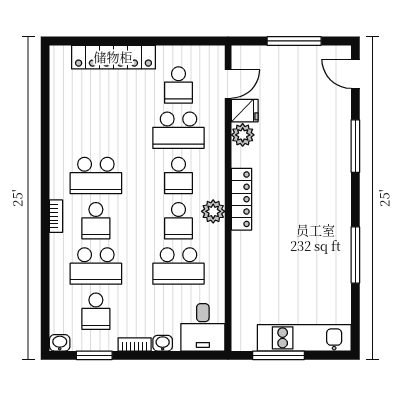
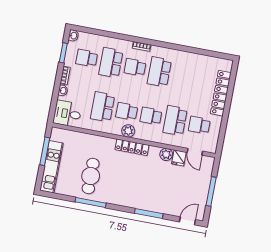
cafe table: (307, 264) -> (91, 176), added

